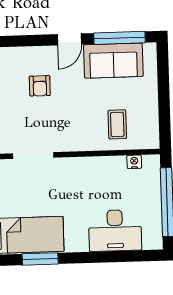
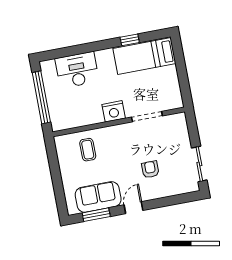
window: (119, 38) -> (96, 215), width x0.69
nightstand: (134, 162) -> (114, 111), moved, width x1.89, depth x1.79
window: (40, 259) -> (130, 40), width x0.67

